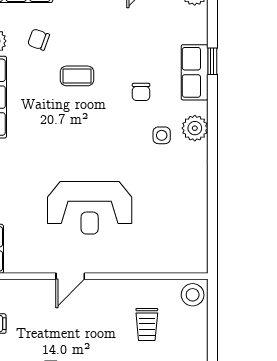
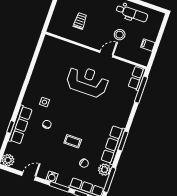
row of seats: (195, 72) -> (20, 125), width x1.48
plant: (195, 128) -> (29, 100), removed
stool: (193, 295) -> (120, 35), moved

